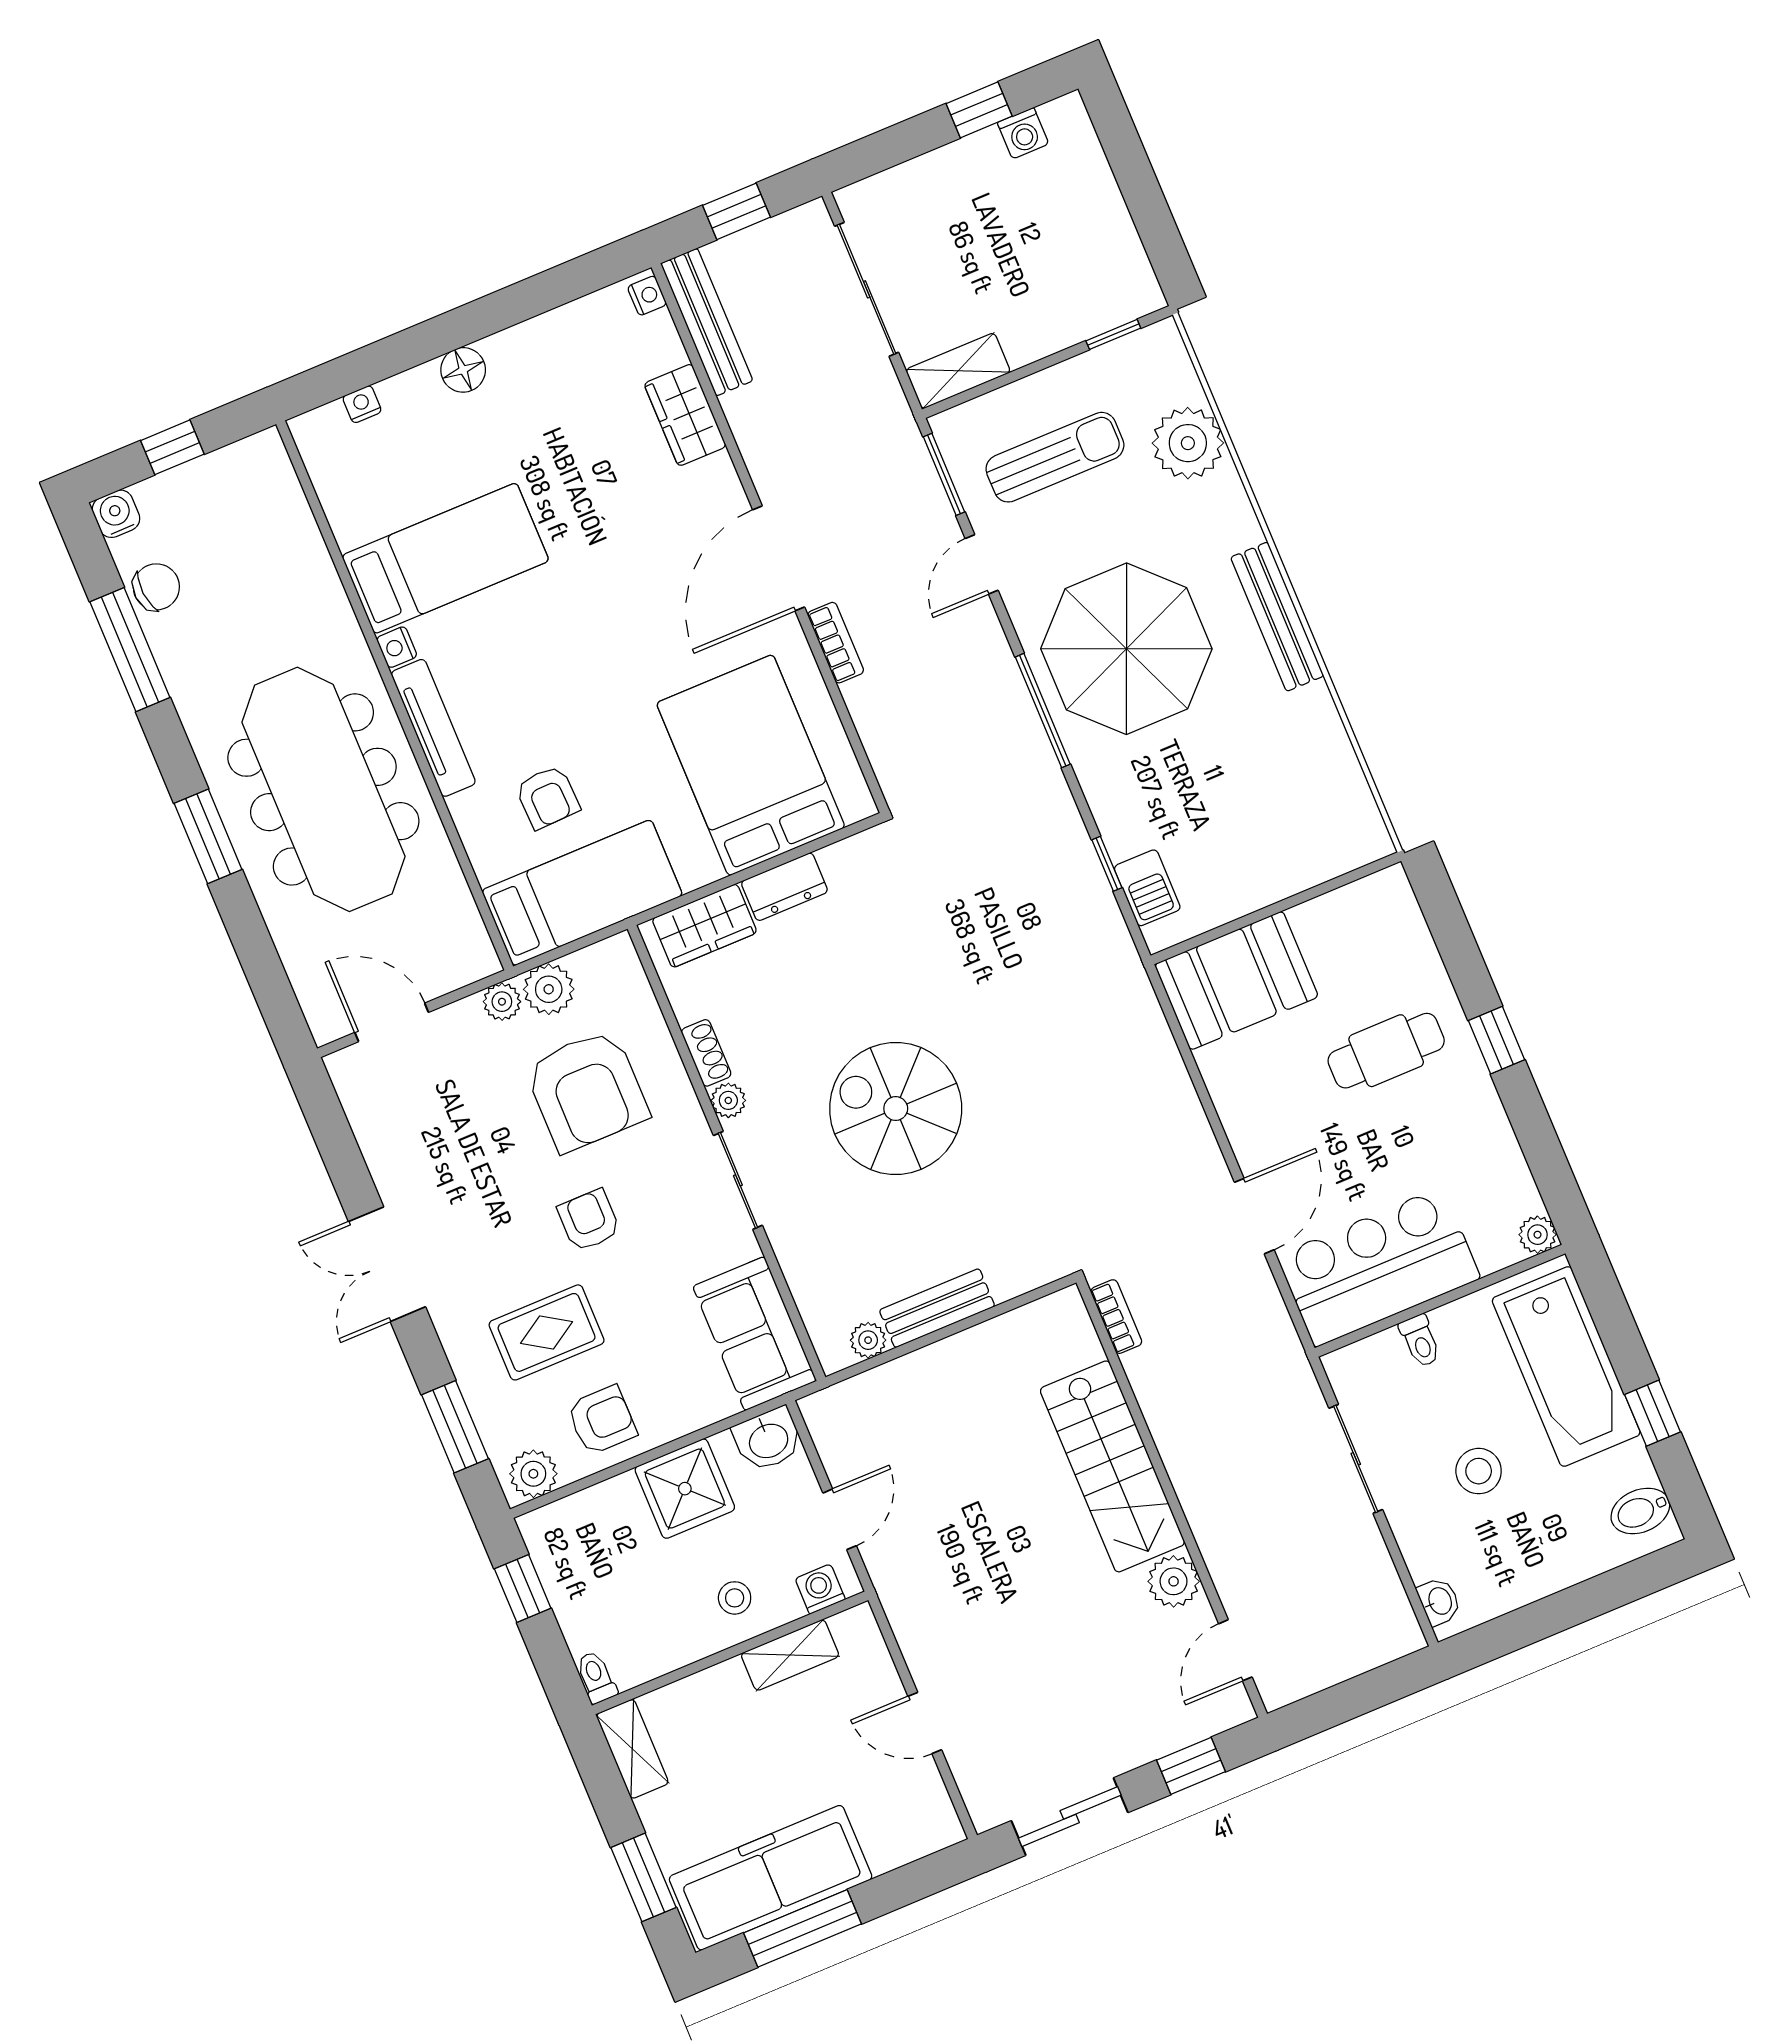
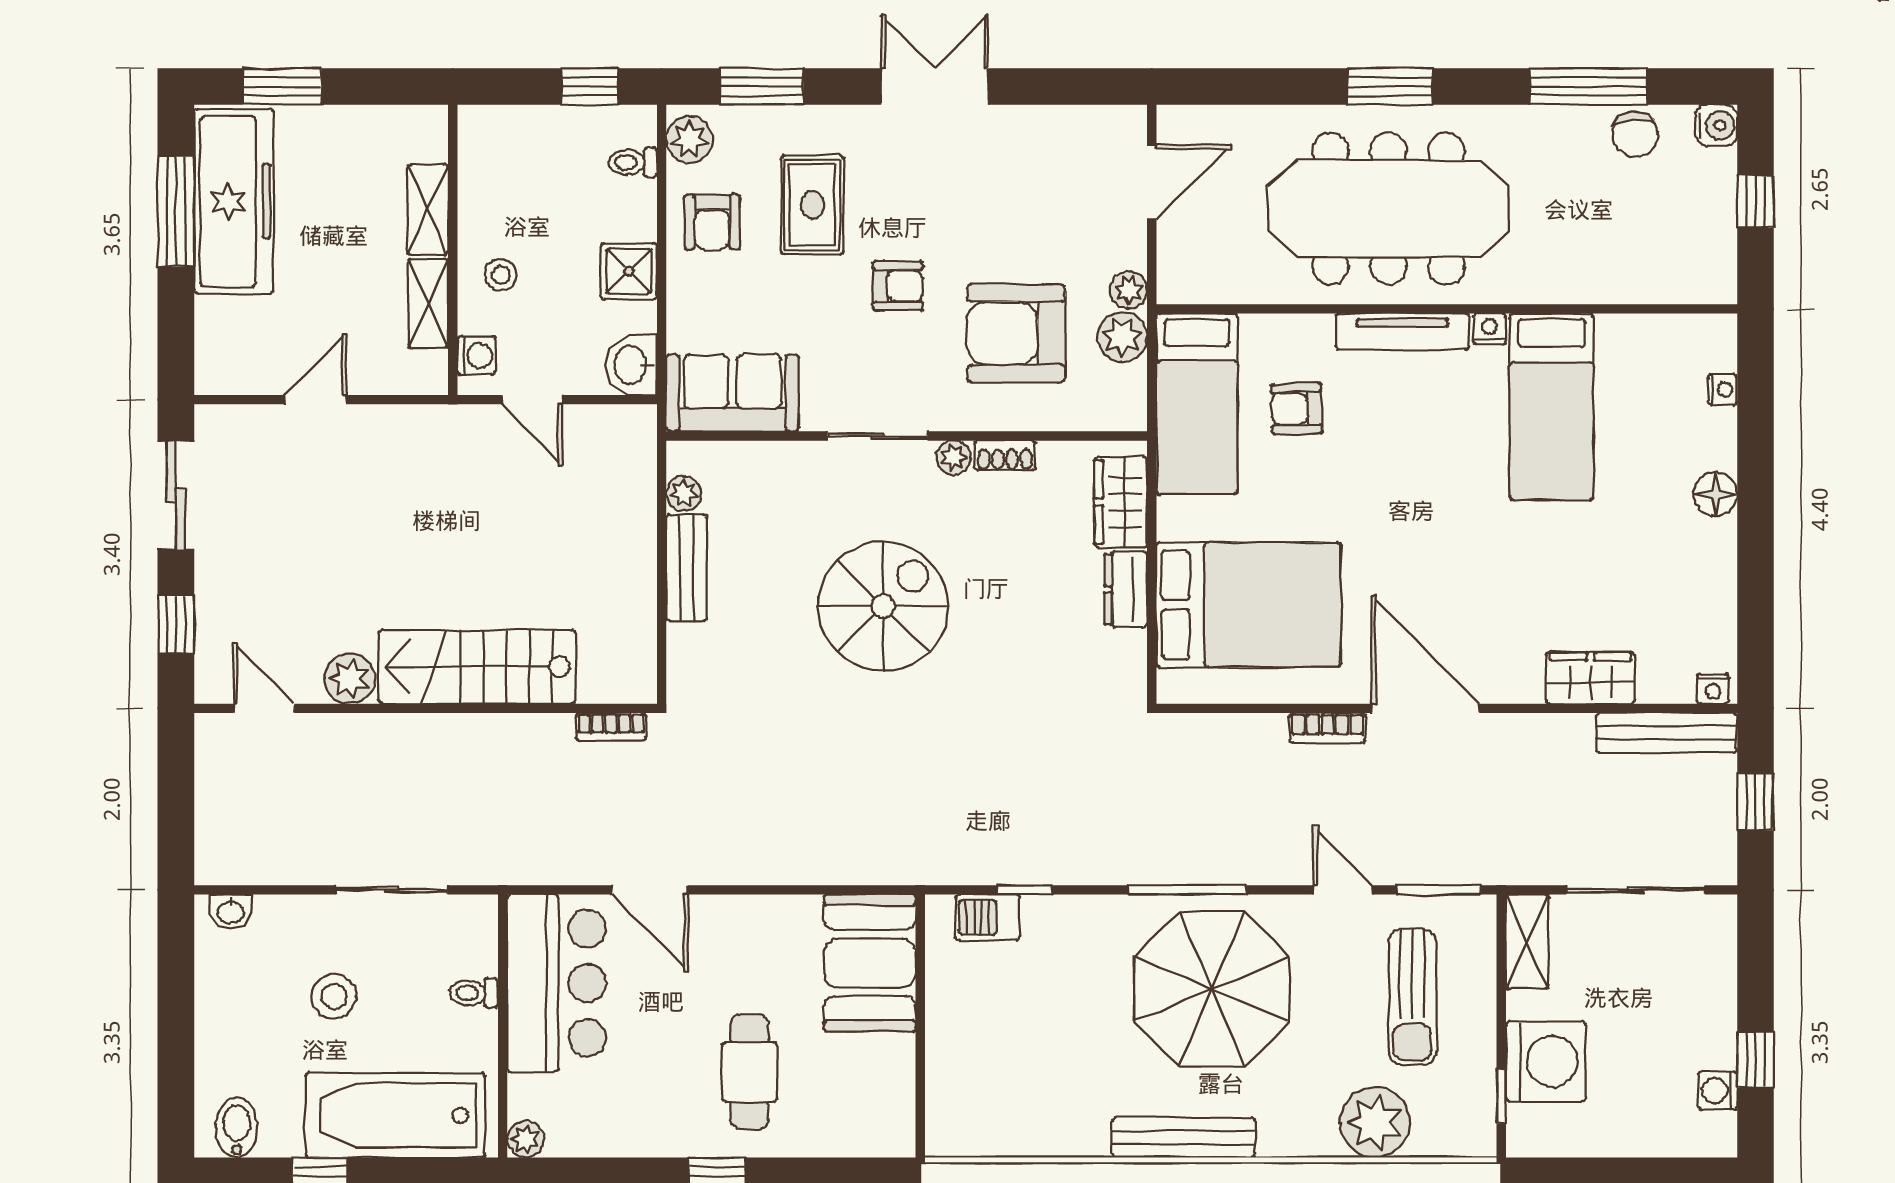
washing machine: (1063, 306) -> (1546, 1061), added
shower: (685, 1489) -> (629, 271), width x0.73, depth x0.73
toilet: (596, 1677) -> (633, 163), moved, turned 180
shelving: (632, 1749) -> (428, 210), moved, turned 90

